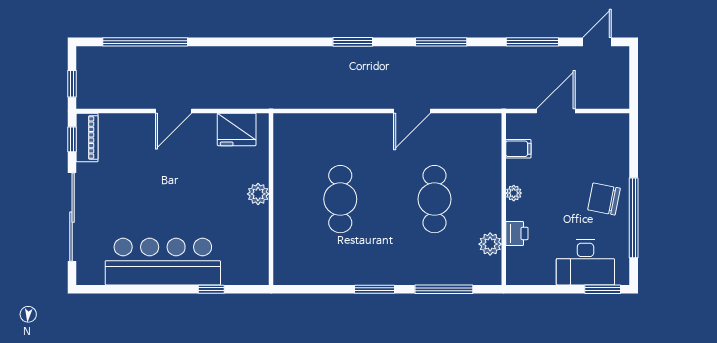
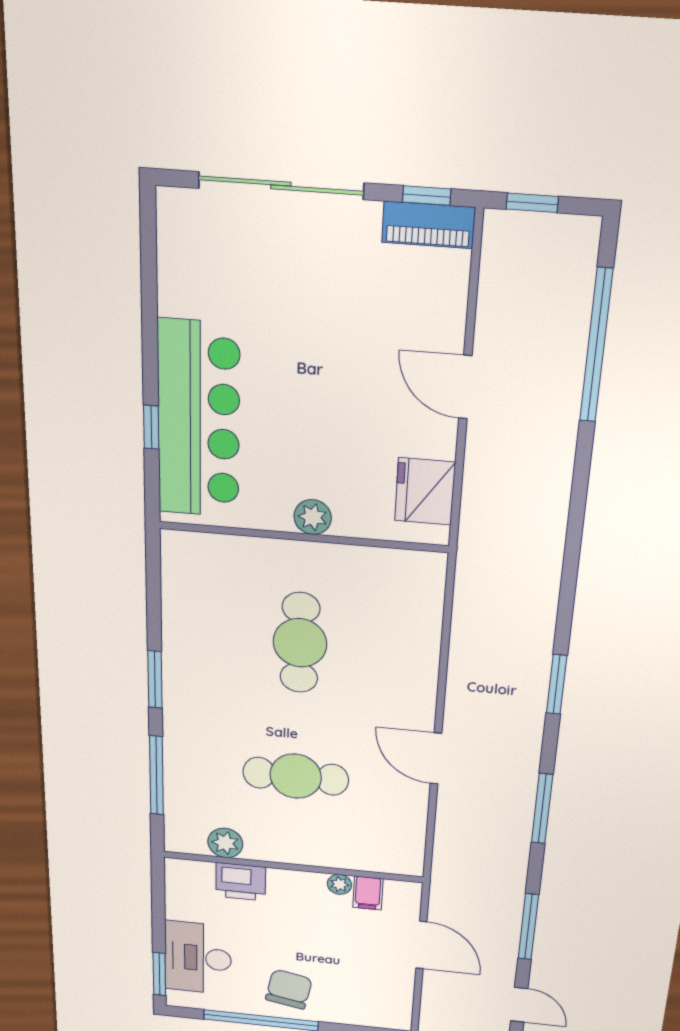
plant: (514, 193) -> (339, 884), moved
cafe table: (340, 199) -> (300, 643), turned 90
printer: (517, 233) -> (241, 882), width x1.36, depth x1.24
bar counter: (163, 262) -> (199, 420), moved

